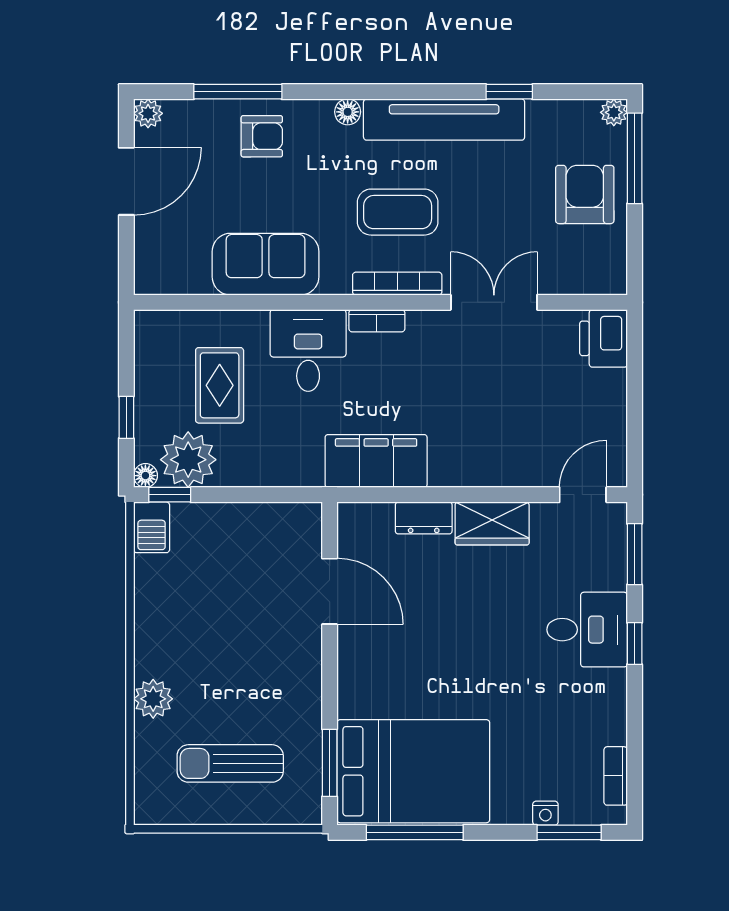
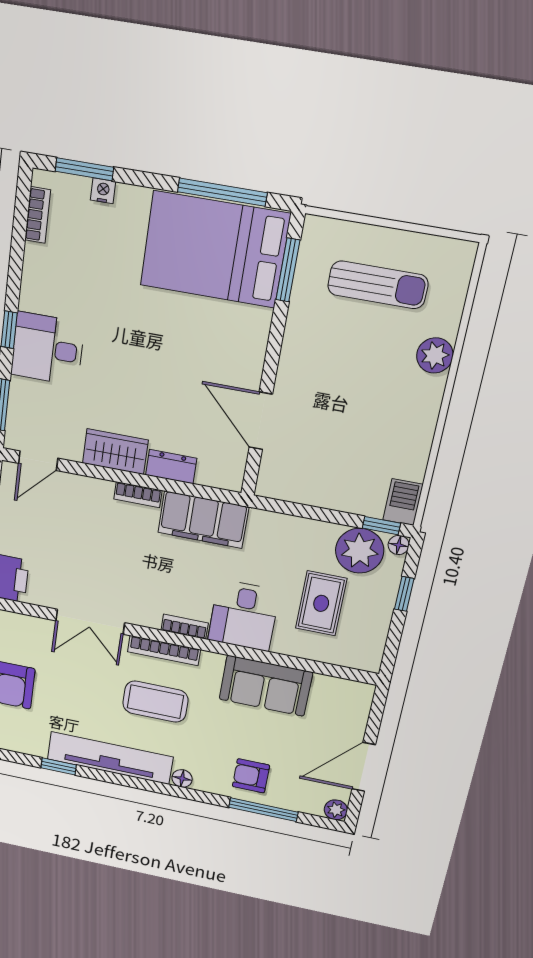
bookcase: (458, 476) -> (138, 495), added

